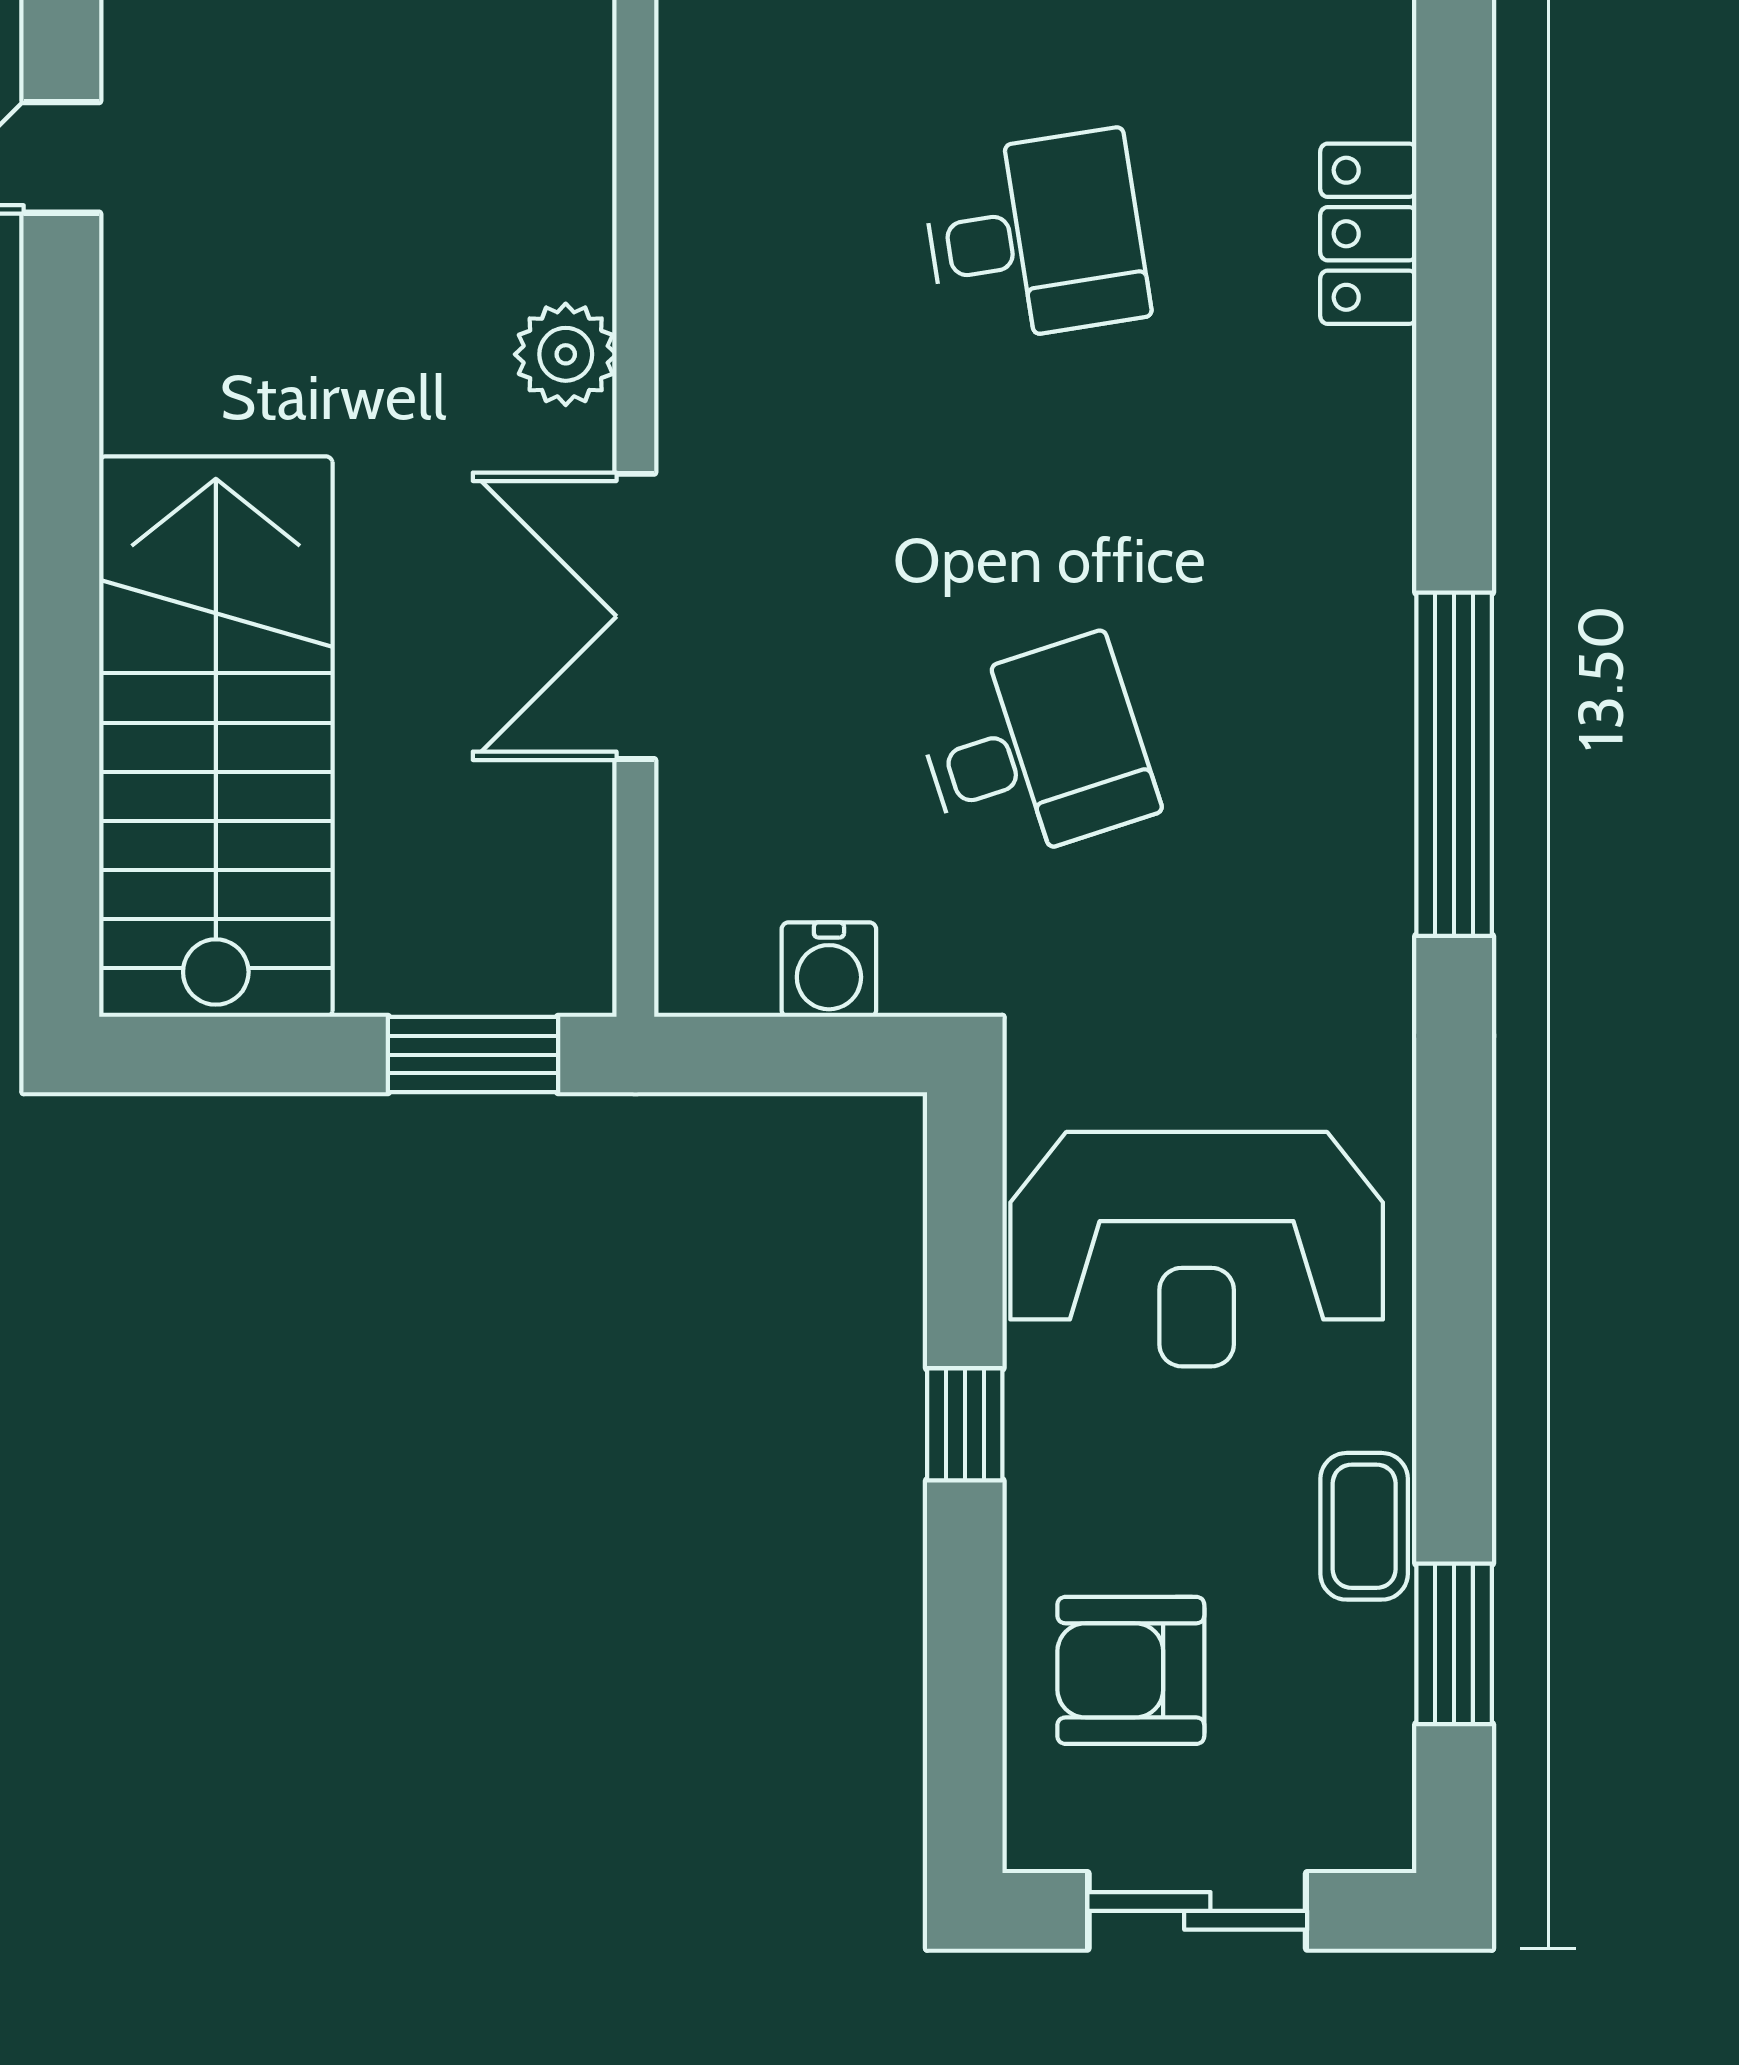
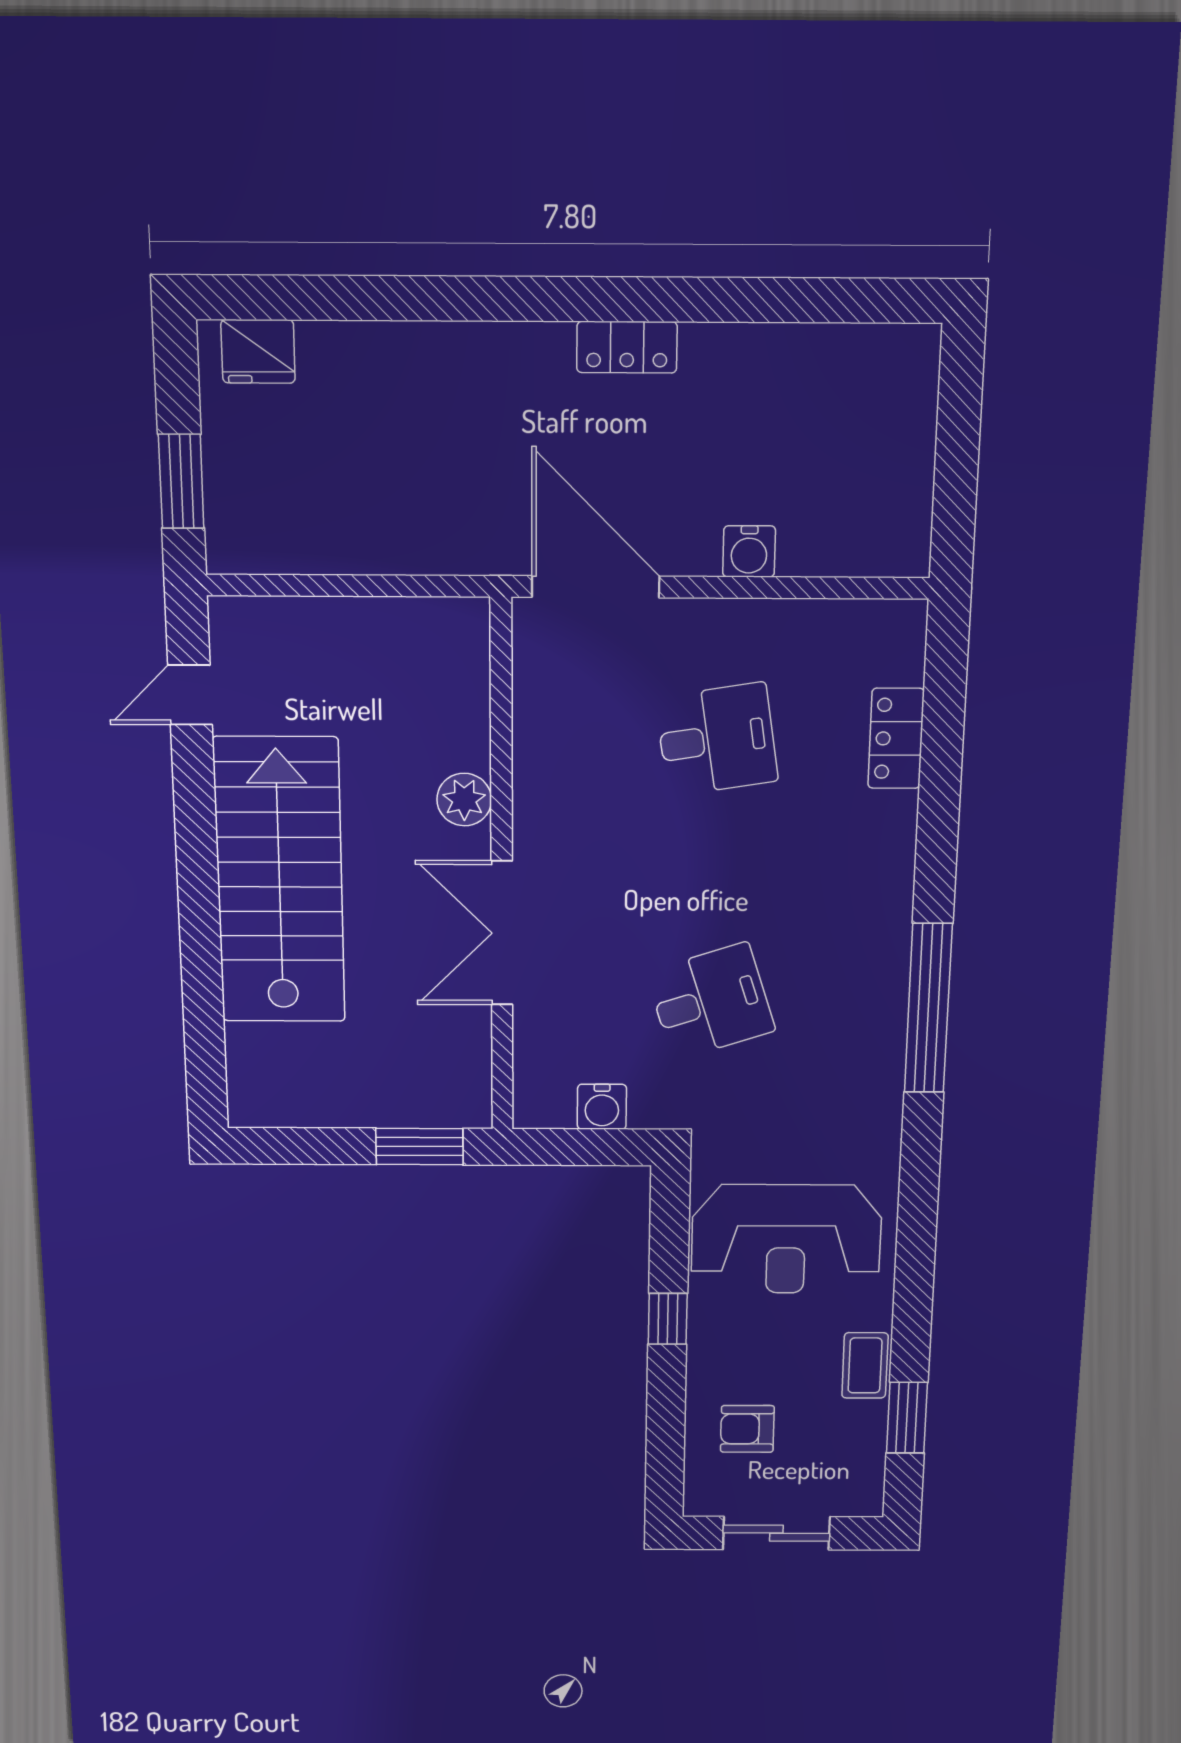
stairs: (216, 737) -> (280, 881), moved
armchair: (1131, 1670) -> (747, 1429), width x0.72, depth x0.72

